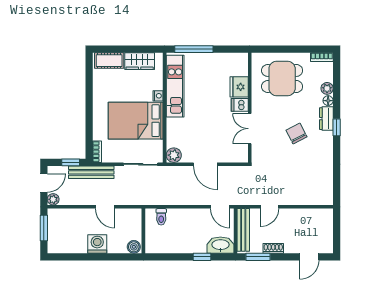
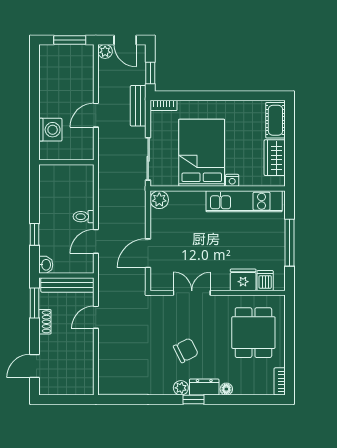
window: (194, 49) -> (290, 243), moved
plant: (327, 88) -> (181, 388), moved
dishwasher: (240, 105) -> (265, 281), moved
door: (205, 164) -> (148, 253), moved
bench: (91, 172) -> (138, 106), width x0.73
door: (220, 207) -> (96, 241), moved
door: (270, 207) -> (96, 317), hinge flipped
toilet: (161, 217) -> (83, 217), moved
washing machine: (97, 244) -> (50, 130), moved
washbasin: (220, 245) -> (46, 265), width x0.52, depth x0.69
boiler: (134, 247) -> (47, 151), removed
door: (309, 257) -> (34, 366), hinge flipped

